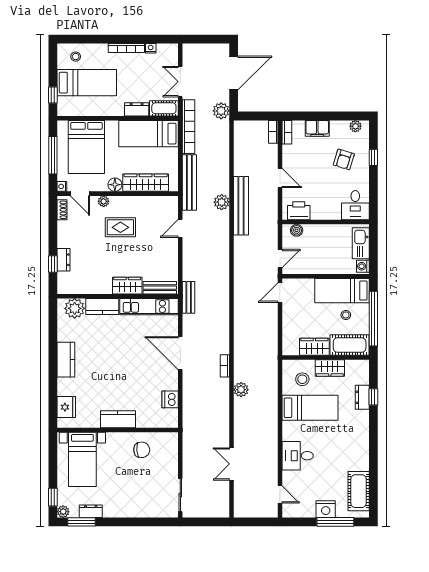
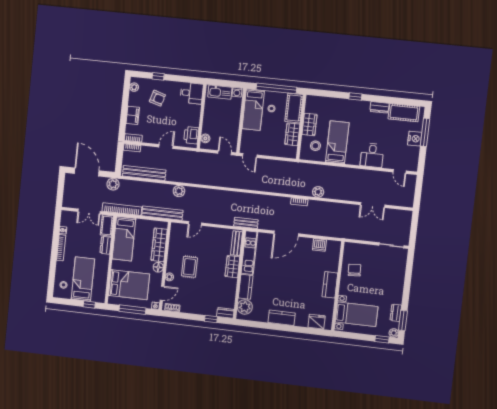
bench: (241, 206) -> (144, 173), moved
door: (180, 228) -> (195, 223), hinge flipped
dresser: (63, 260) -> (225, 313), moved
dresser: (362, 397) -> (379, 107), moved
window: (373, 397) -> (355, 96), moved
door: (280, 494) -> (400, 171), swing flipped

